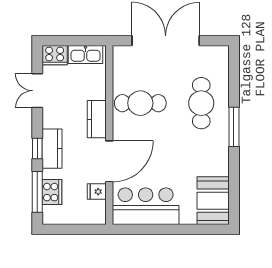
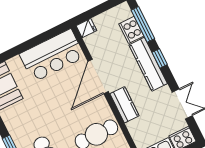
kitchen counter: (52, 149) -> (148, 64), width x1.50
fridge: (97, 192) -> (86, 28), moved

